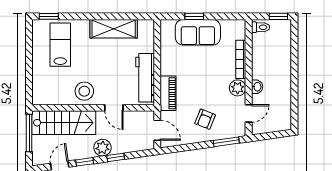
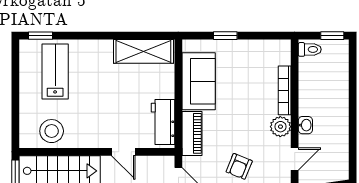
shelving: (114, 29) -> (143, 51), moved
sofa: (198, 32) -> (199, 81), moved, turned -90
workbench: (145, 78) -> (163, 122), width x0.73
stool: (84, 91) -> (52, 131), moved

